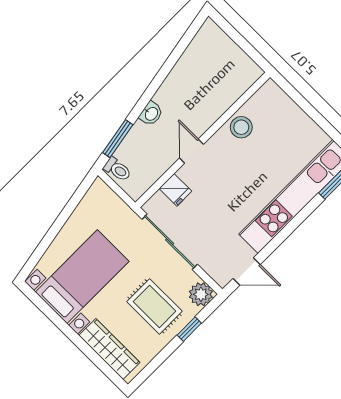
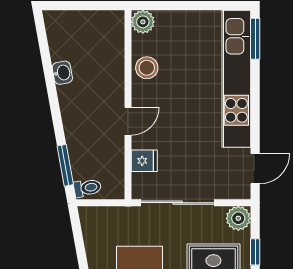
plant: (270, 93) -> (143, 22), added
washbasin: (151, 114) -> (62, 73), moved
door: (191, 151) -> (128, 121), swing flipped

